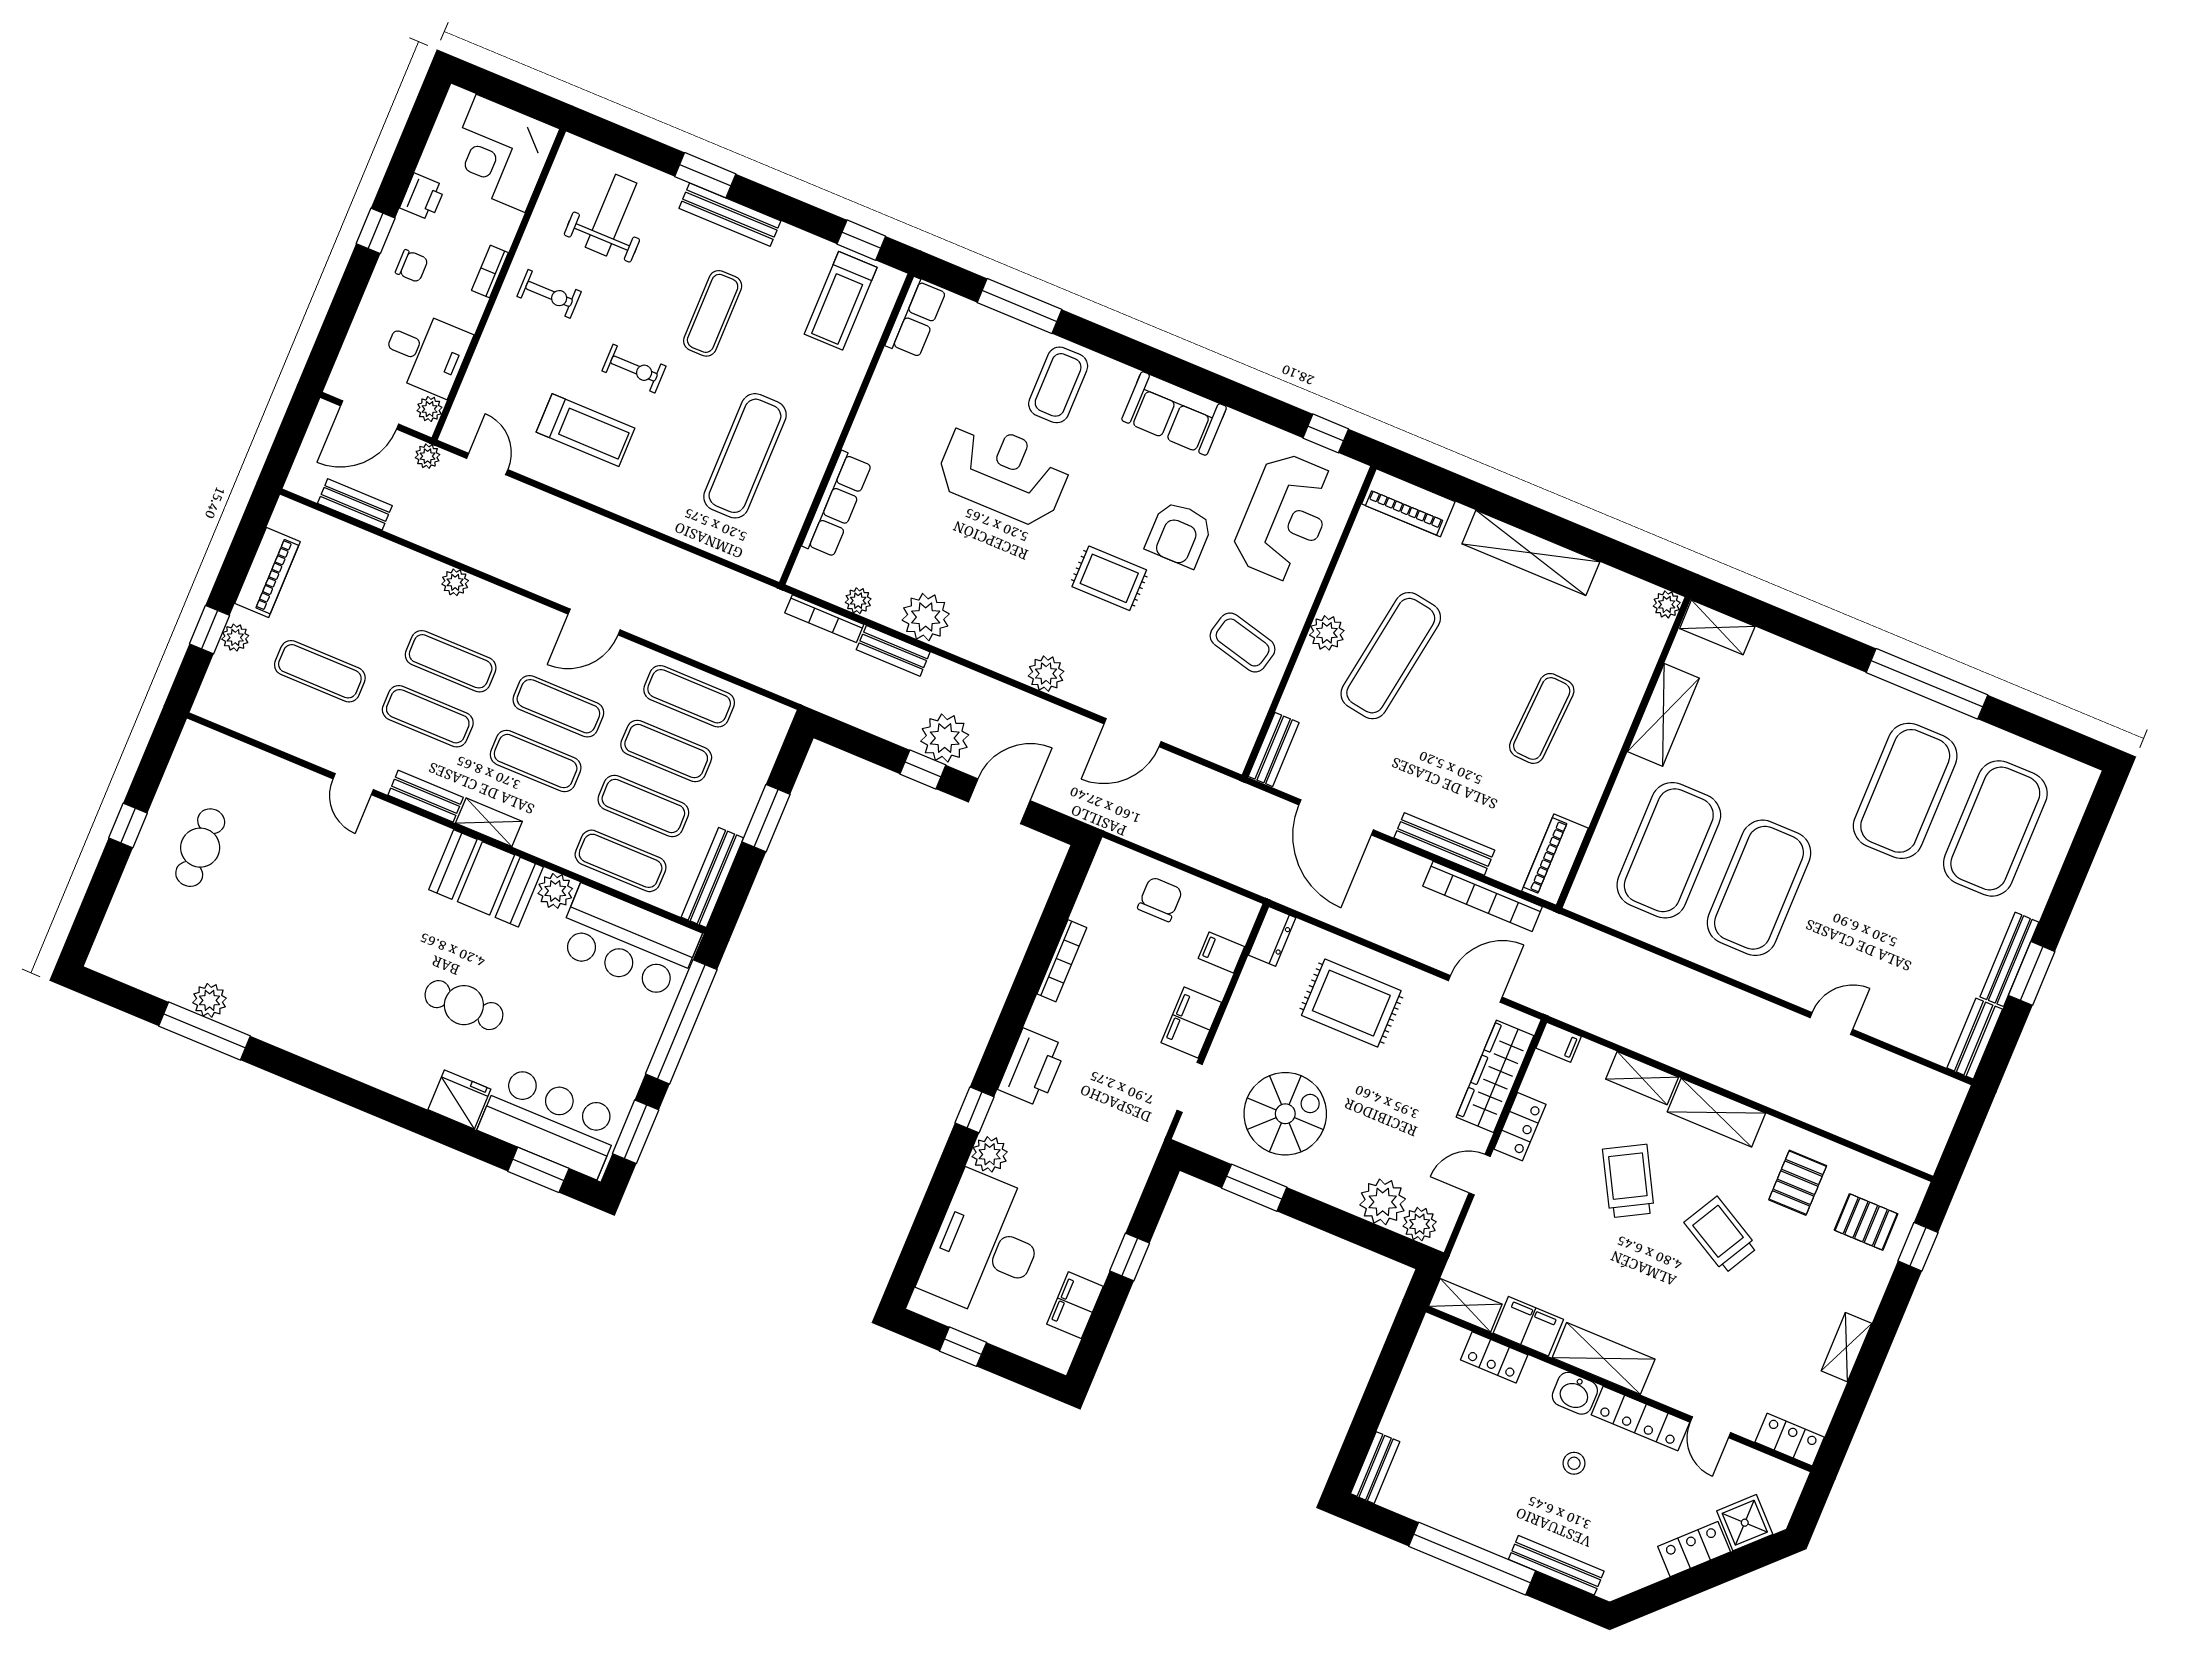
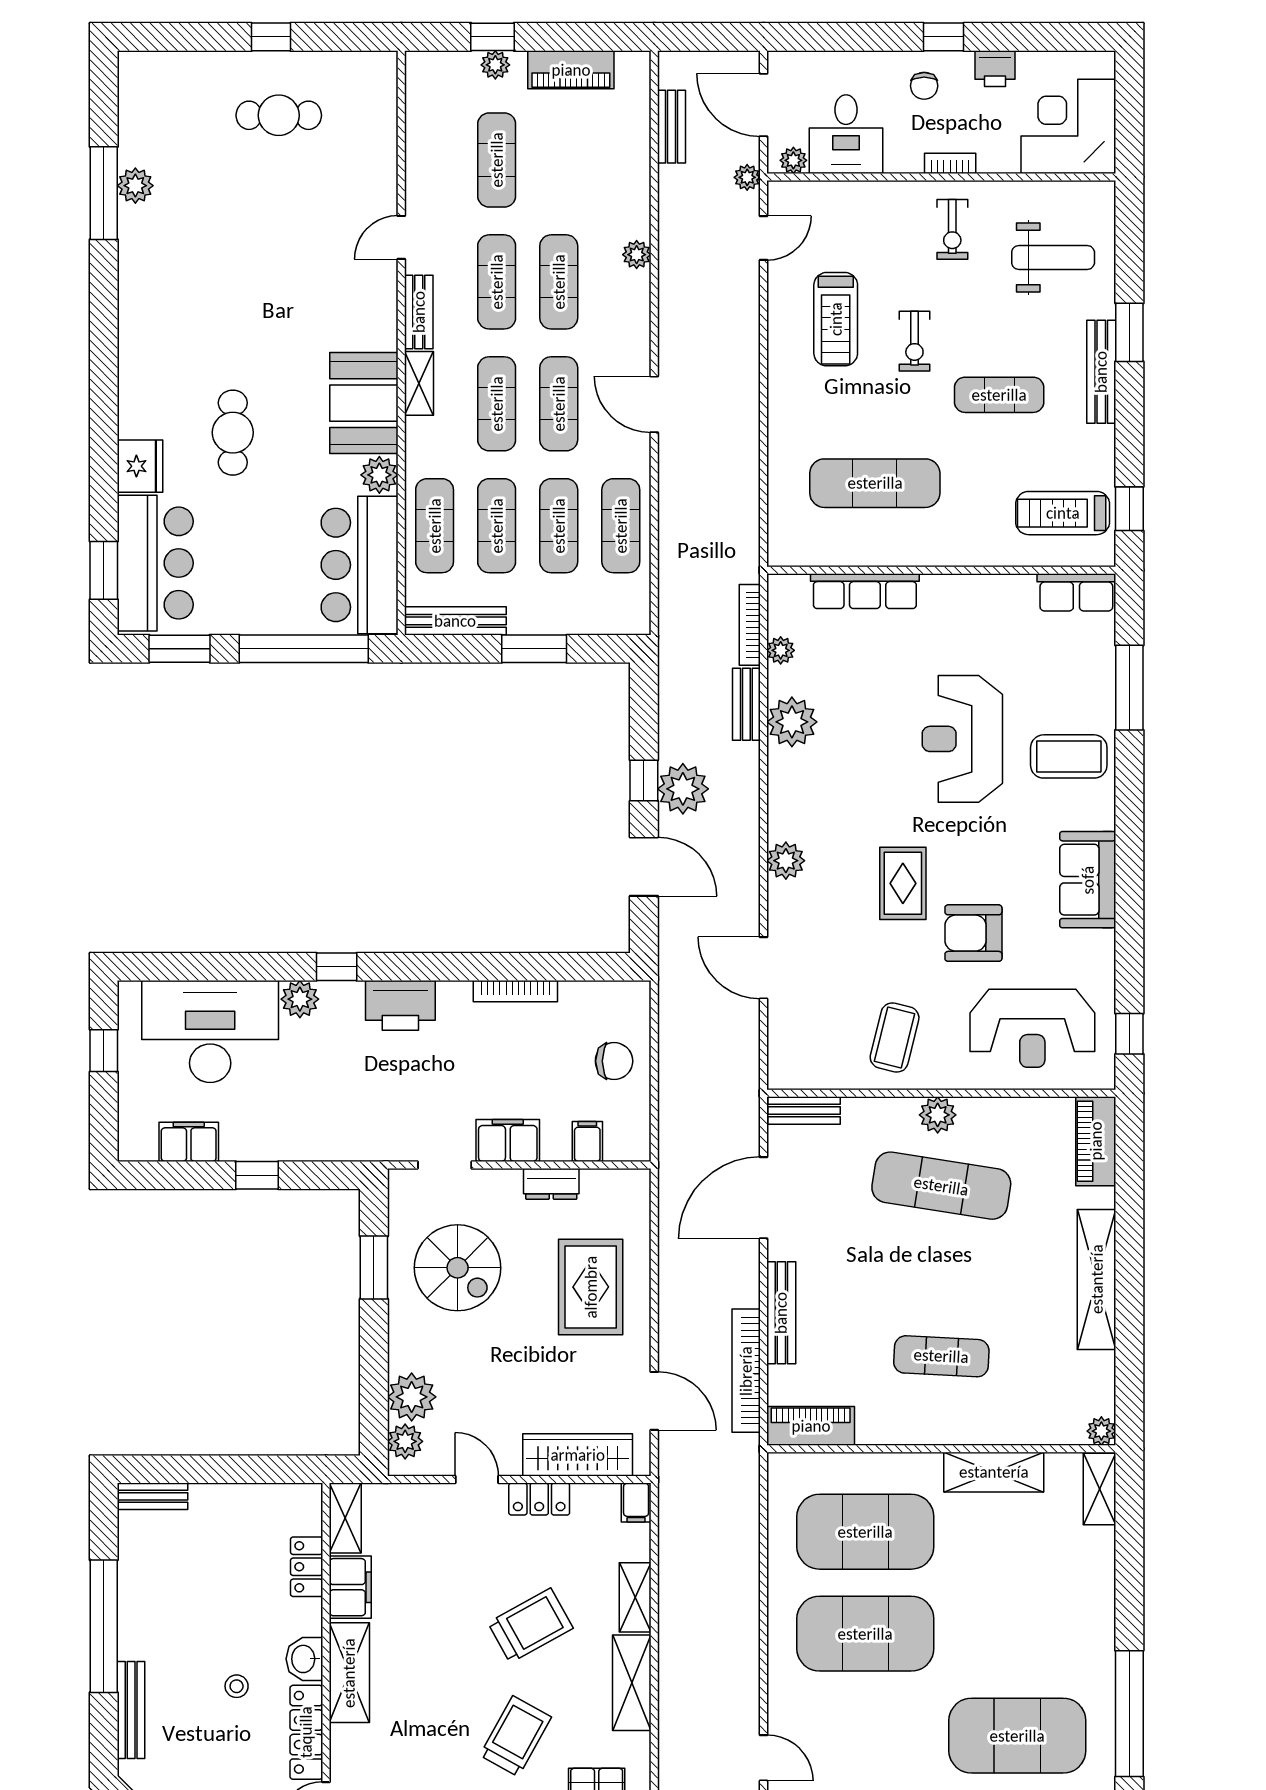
reception desk: (1003, 473) -> (962, 739), turned 180
dresser: (1272, 936) -> (551, 1184), moved

